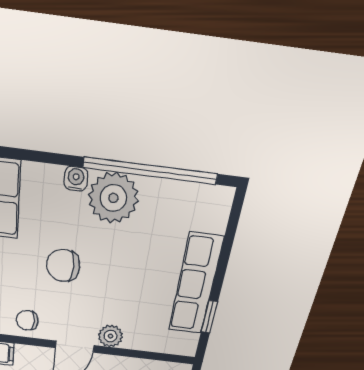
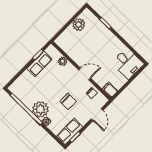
row of seats: (195, 285) -> (40, 64), width x0.68
plant: (110, 336) -> (63, 61), moved

